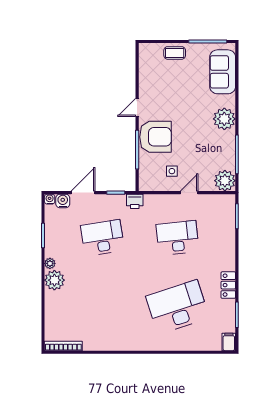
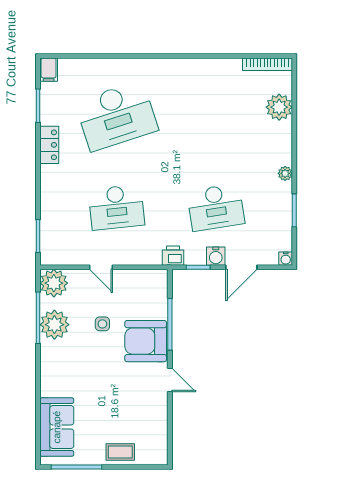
door: (137, 107) -> (170, 380), hinge flipped
plant: (224, 119) -> (54, 325), moved
side table: (172, 171) -> (102, 324), moved
door: (189, 193) -> (101, 267), hinge flipped
water cooler: (63, 201) -> (216, 256), moved
plant: (54, 280) -> (279, 107), moved

